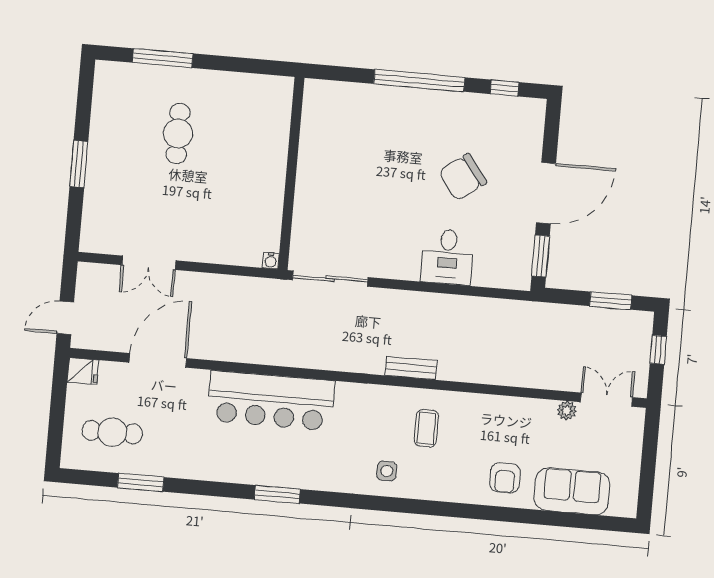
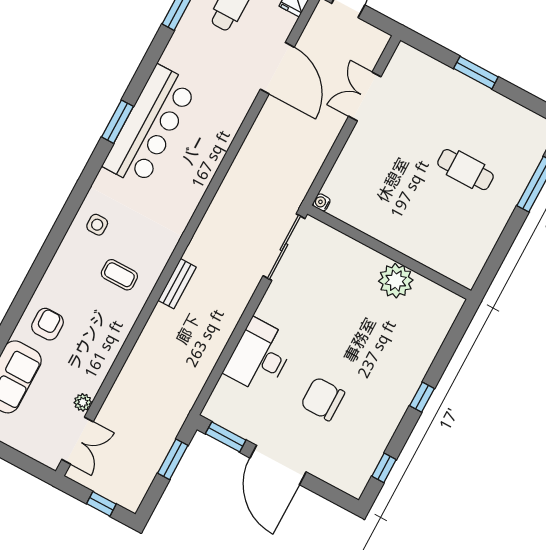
window: (419, 81) -> (422, 397), width x0.32
plant: (316, 155) -> (396, 281), added
chair: (463, 177) -> (323, 399), turned -53
desk: (447, 257) -> (259, 356), width x1.37
window: (611, 301) -> (173, 459), moved
bar counter: (271, 401) -> (150, 126), moved, turned 180
armchair: (505, 478) -> (48, 324), turned 90

